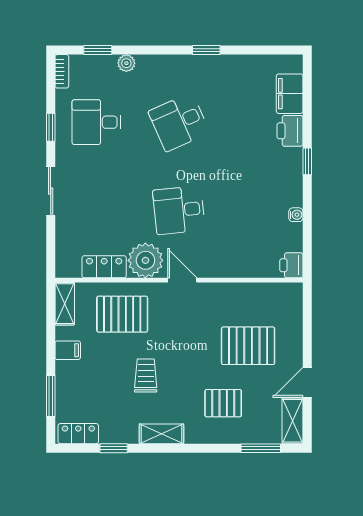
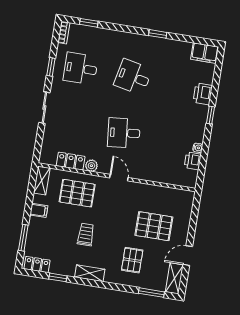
plant: (126, 63) -> (106, 34), removed
filing cabinet: (290, 94) -> (205, 53), moved, turned -90
desk: (179, 122) -> (133, 77), turned 36
plant: (145, 260) -> (91, 166), width x0.53, depth x0.53
printer: (291, 265) -> (193, 161), moved
pallet: (223, 403) -> (132, 260), turned 90

